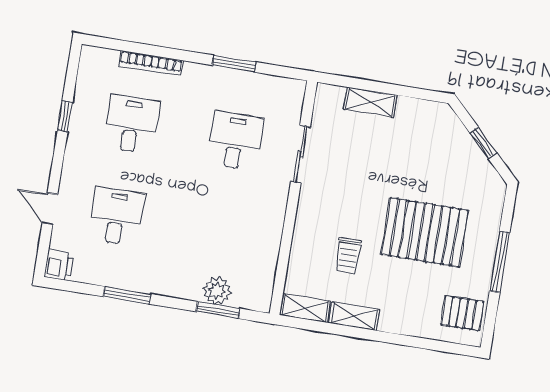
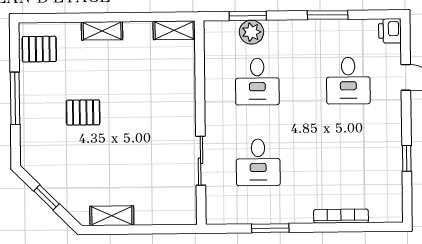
shelving: (370, 102) -> (112, 216), moved
desk: (131, 124) -> (257, 82), moved
pallet: (425, 232) -> (83, 112), width x0.49, depth x0.50
trolley: (348, 255) -> (145, 81), removed
shelving: (354, 316) -> (102, 31), moved

